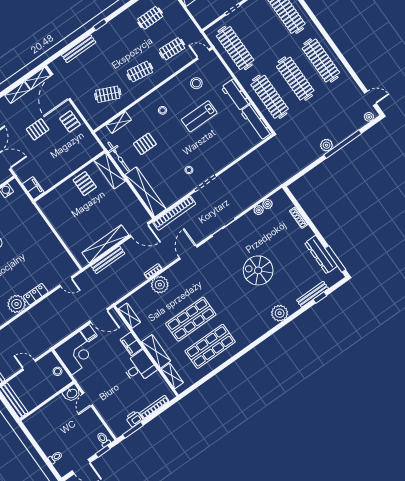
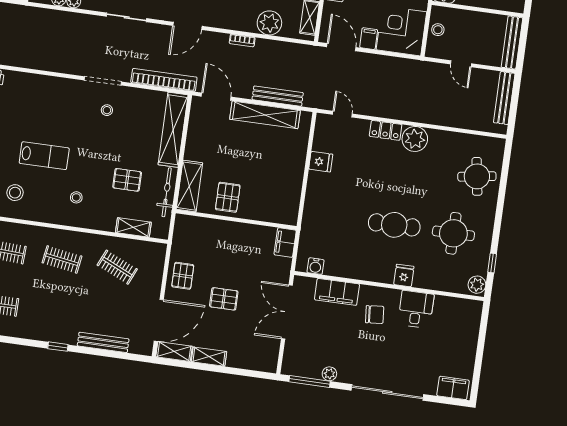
fridge: (54, 247) -> (321, 162), added
plant: (160, 285) -> (269, 23), moved

